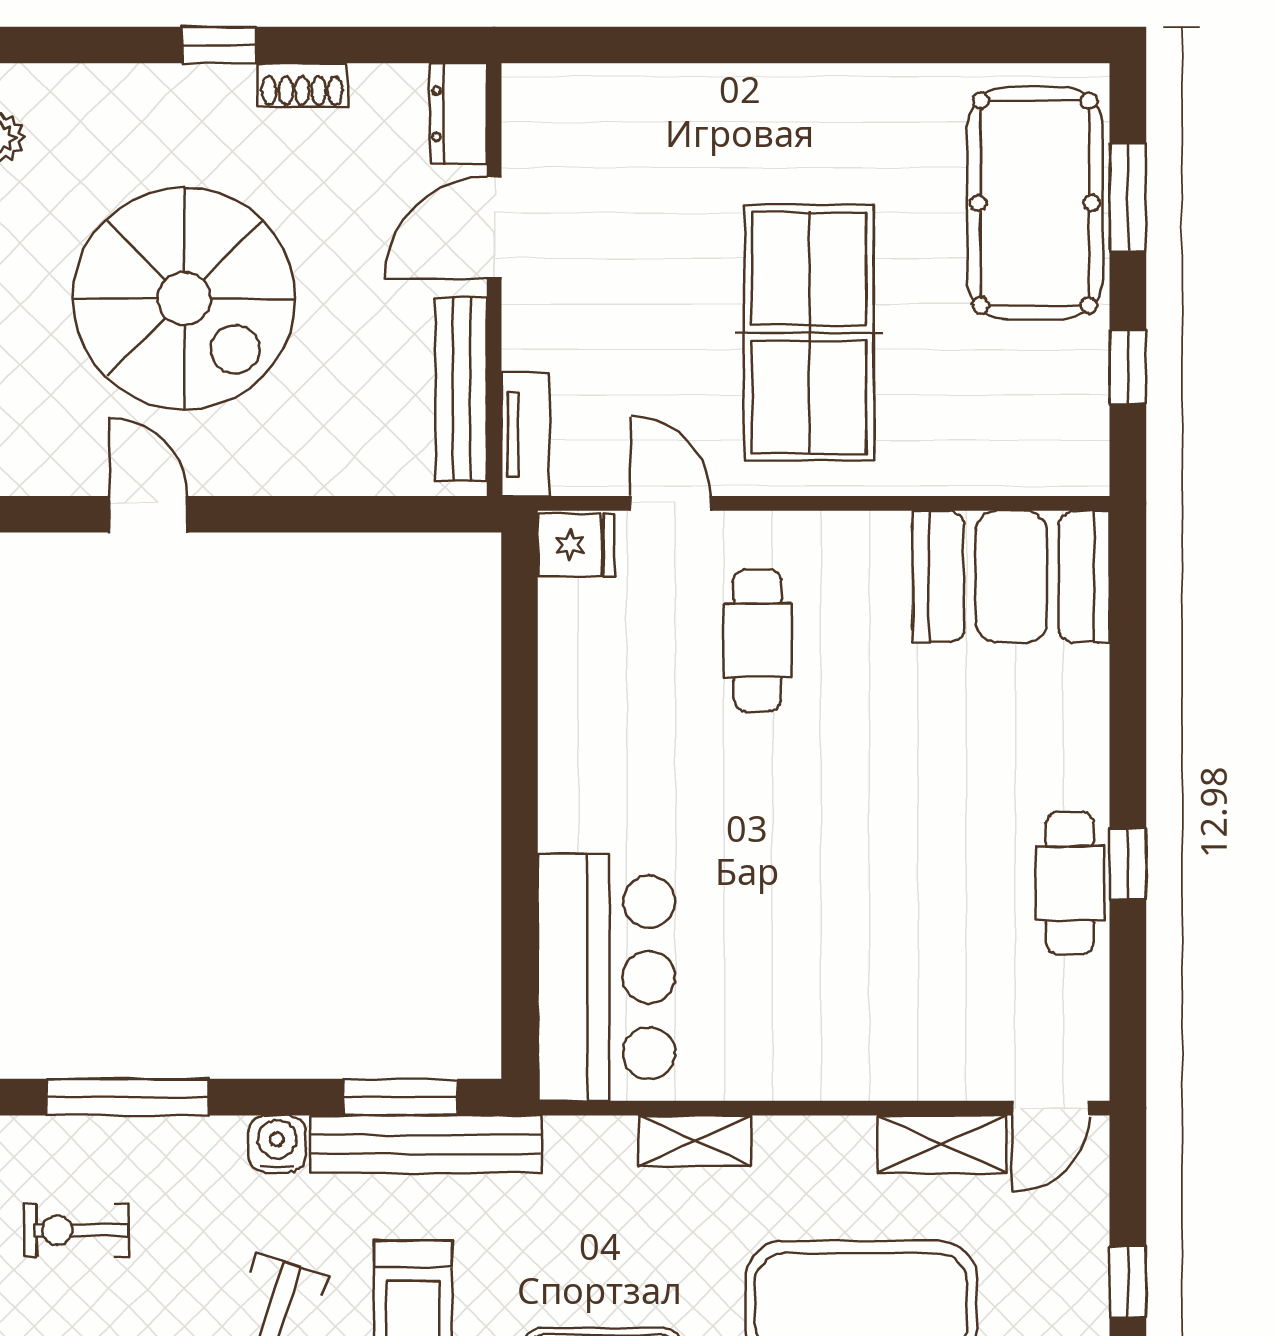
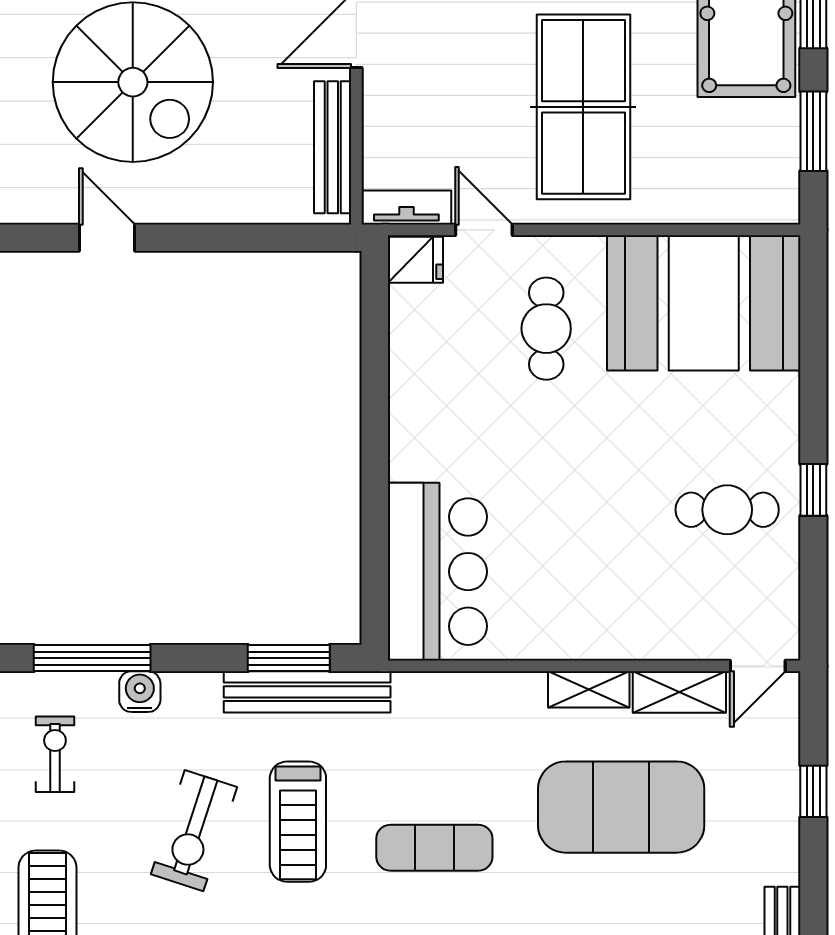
window: (1128, 367) -> (813, 131), width x1.50
tv unit: (525, 434) -> (406, 208), moved, turned -90
booth: (1011, 577) -> (704, 303), width x1.36, depth x1.42
cafe table: (1070, 883) -> (727, 510), moved, turned 90
shelving: (695, 1141) -> (589, 689), moved
water cooler: (277, 1144) -> (140, 692), moved
exercise bike: (76, 1230) -> (55, 754), turned 90

